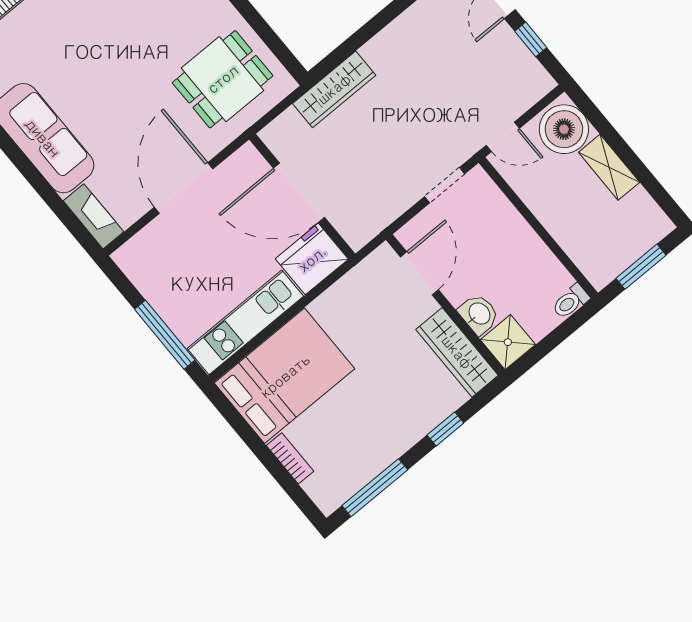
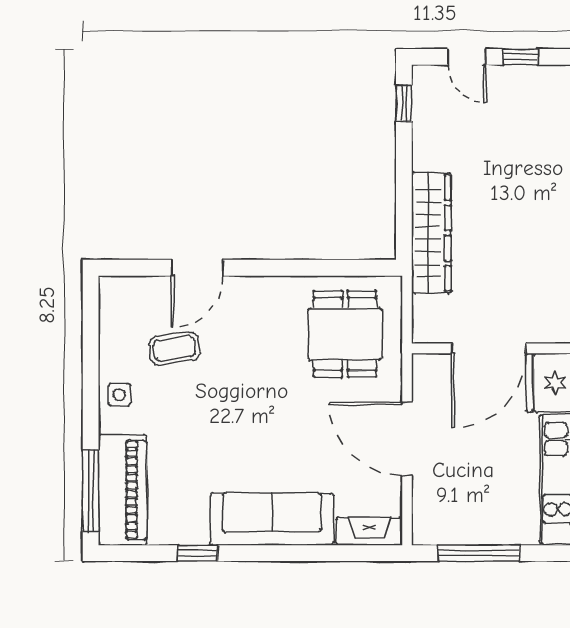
wardrobe: (334, 89) -> (431, 233), width x1.40, depth x1.17
window: (165, 335) -> (479, 553), moved

